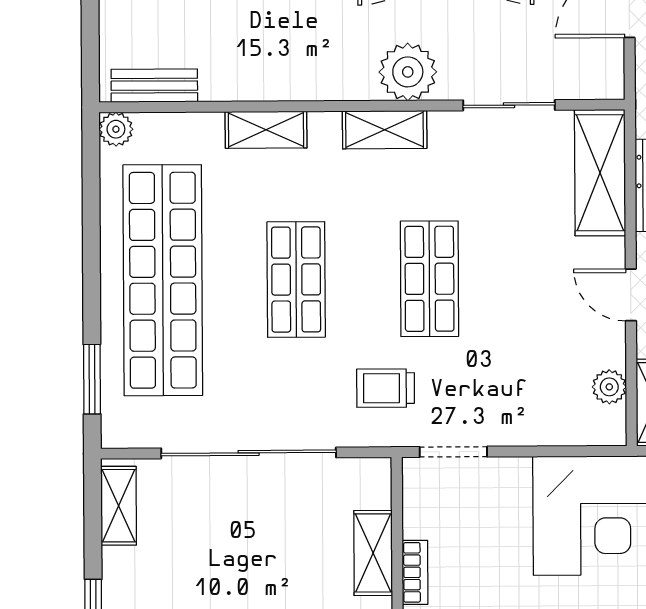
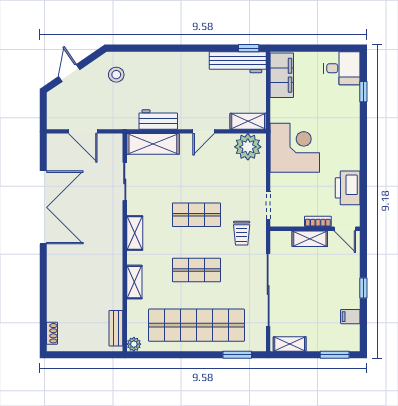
plant: (408, 72) -> (111, 223), removed
plant: (609, 387) -> (248, 147), width x1.87, depth x1.87

